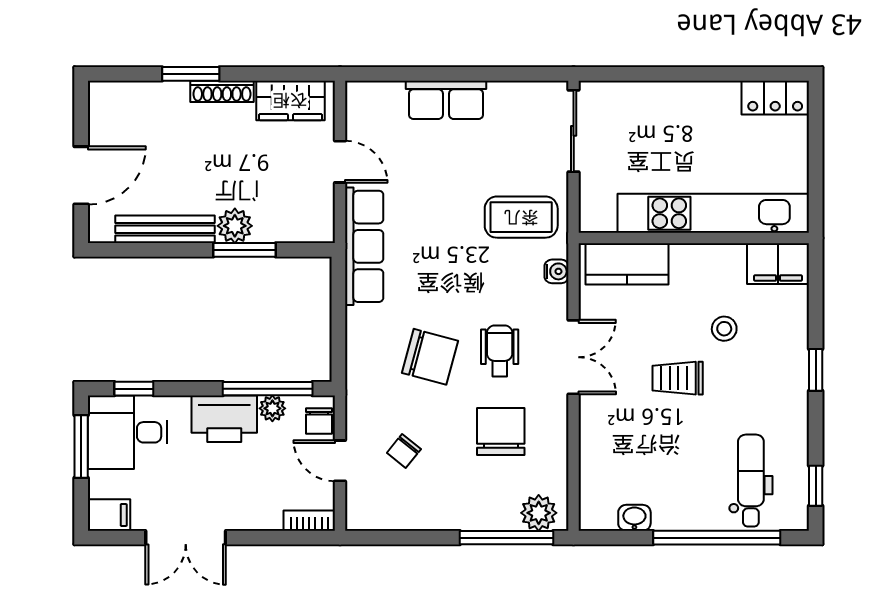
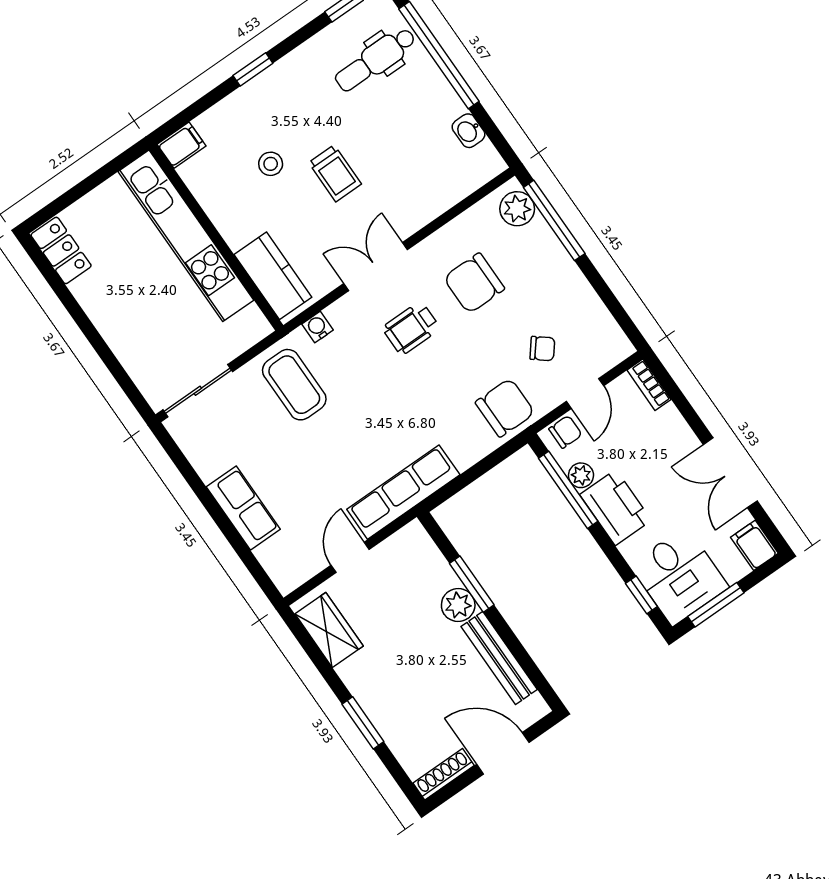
shoe rack: (222, 91) -> (444, 774), moved, turned -90
filing cabinet: (778, 264) -> (182, 145), width x0.50
chair: (430, 357) -> (505, 408), moved, turned 75
double door: (186, 538) -> (730, 473), swing flipped

